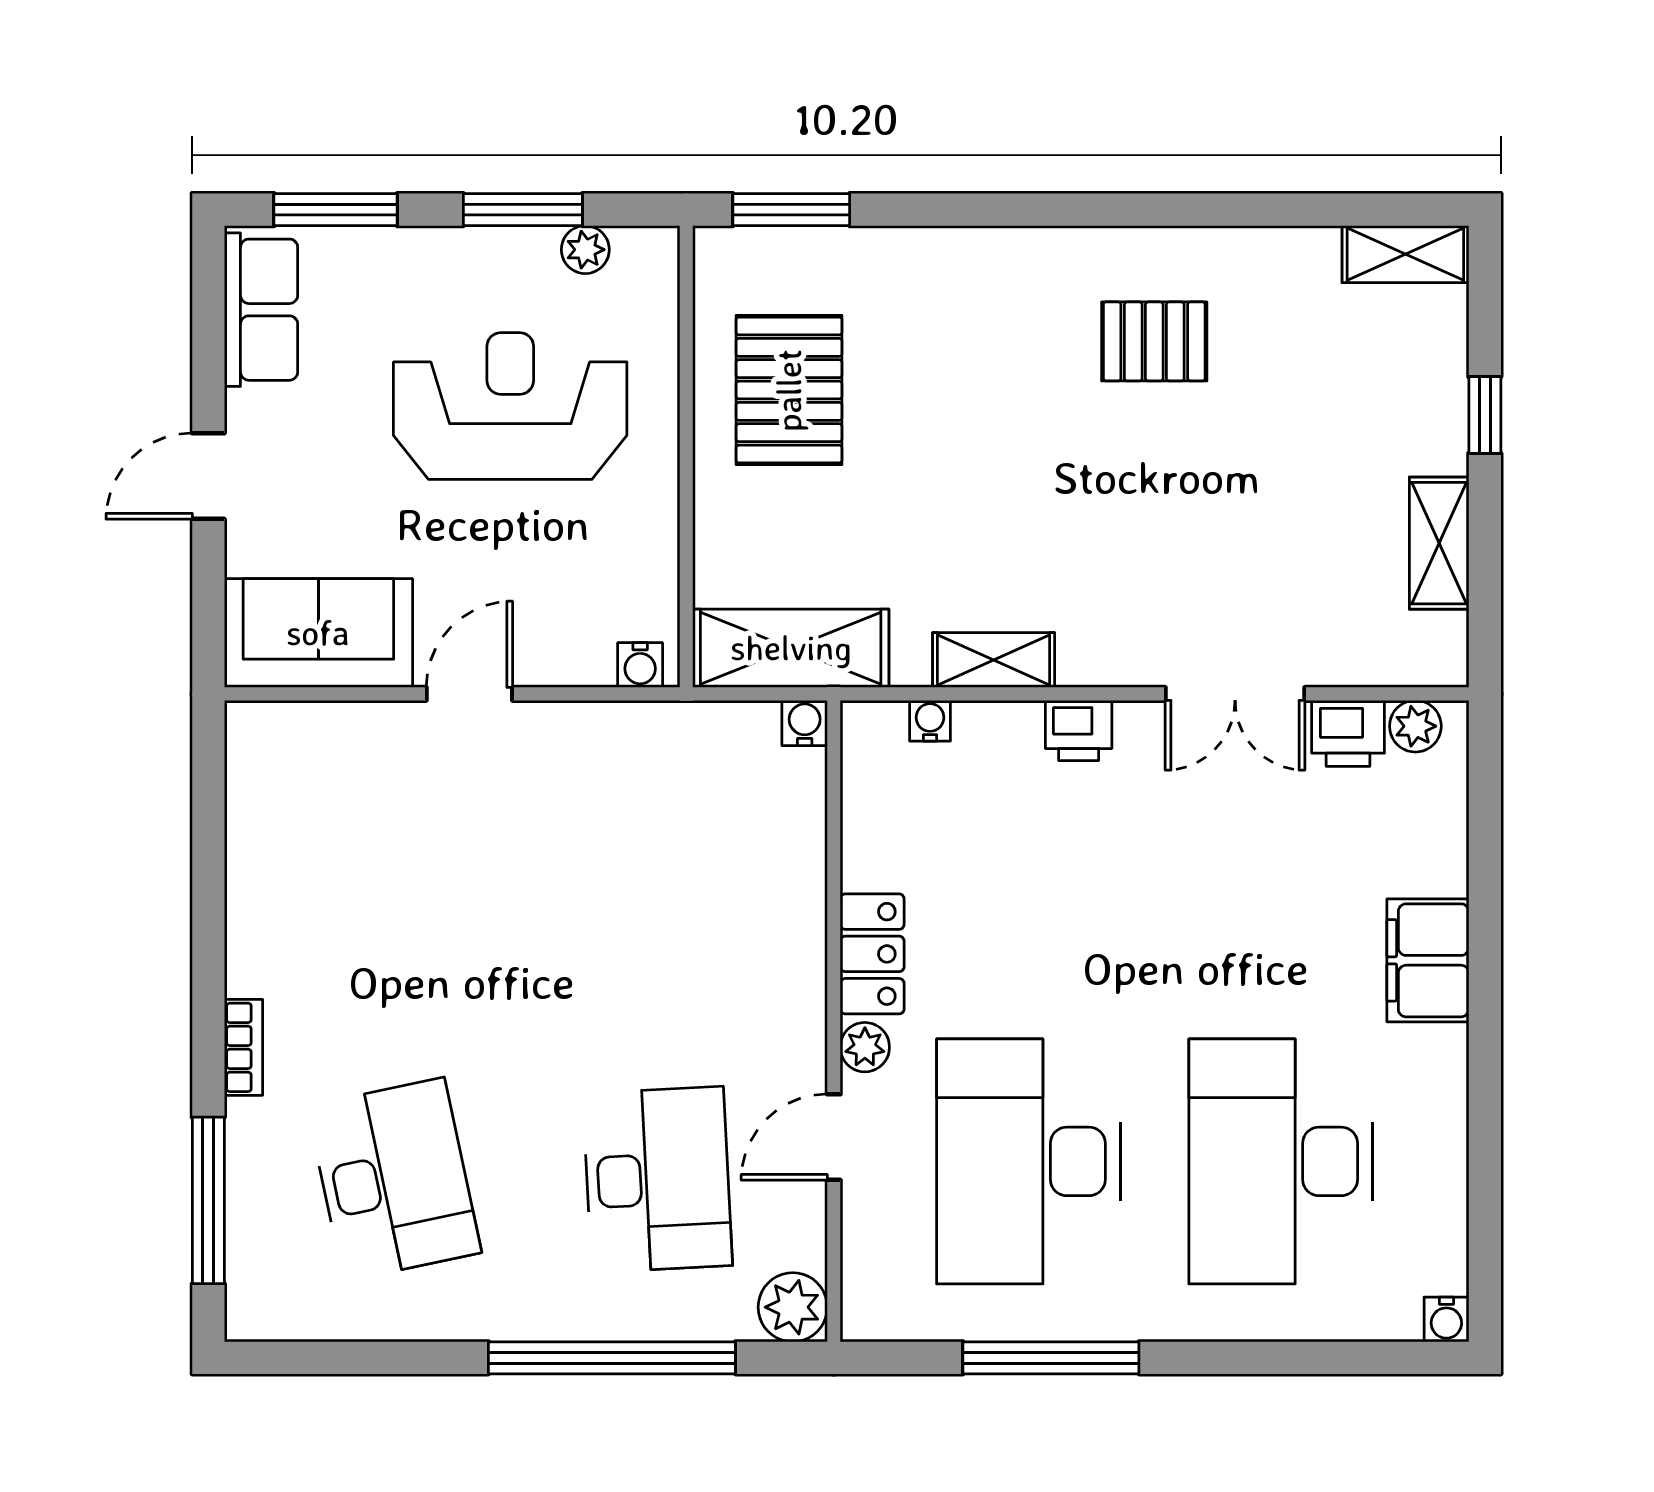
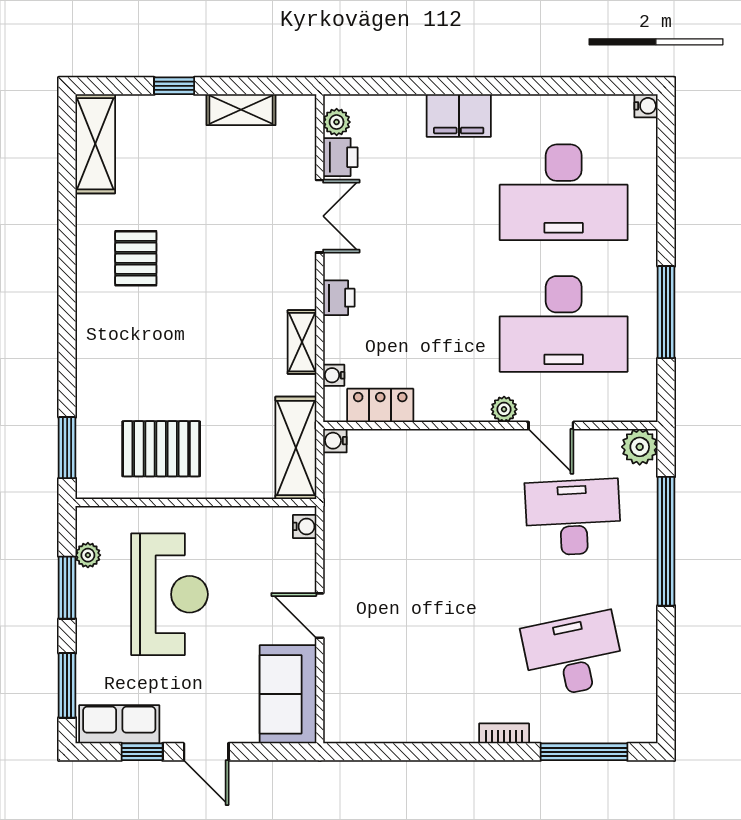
shelving: (1405, 254) -> (95, 144), width x1.50, depth x1.33
window: (208, 353) -> (142, 752), added
reception desk: (510, 406) -> (170, 594), turned 180
locker: (872, 954) -> (380, 405), moved

